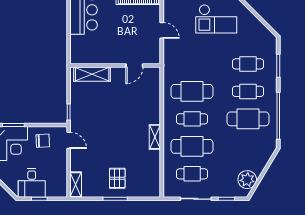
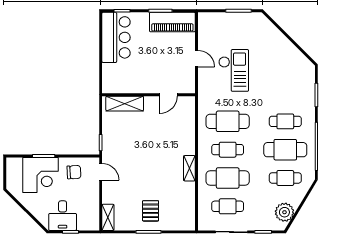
checkout: (216, 19) -> (234, 70), moved, turned -90
cafe table: (248, 64) -> (285, 178), moved

